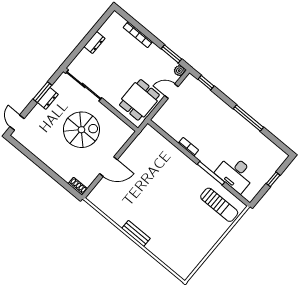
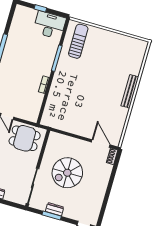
spiral stairs: (81, 130) -> (67, 173), turned -90
door: (109, 167) -> (101, 143), moved
desk: (236, 173) -> (50, 25), moved, turned -90
bench: (136, 233) -> (130, 91), width x1.36

